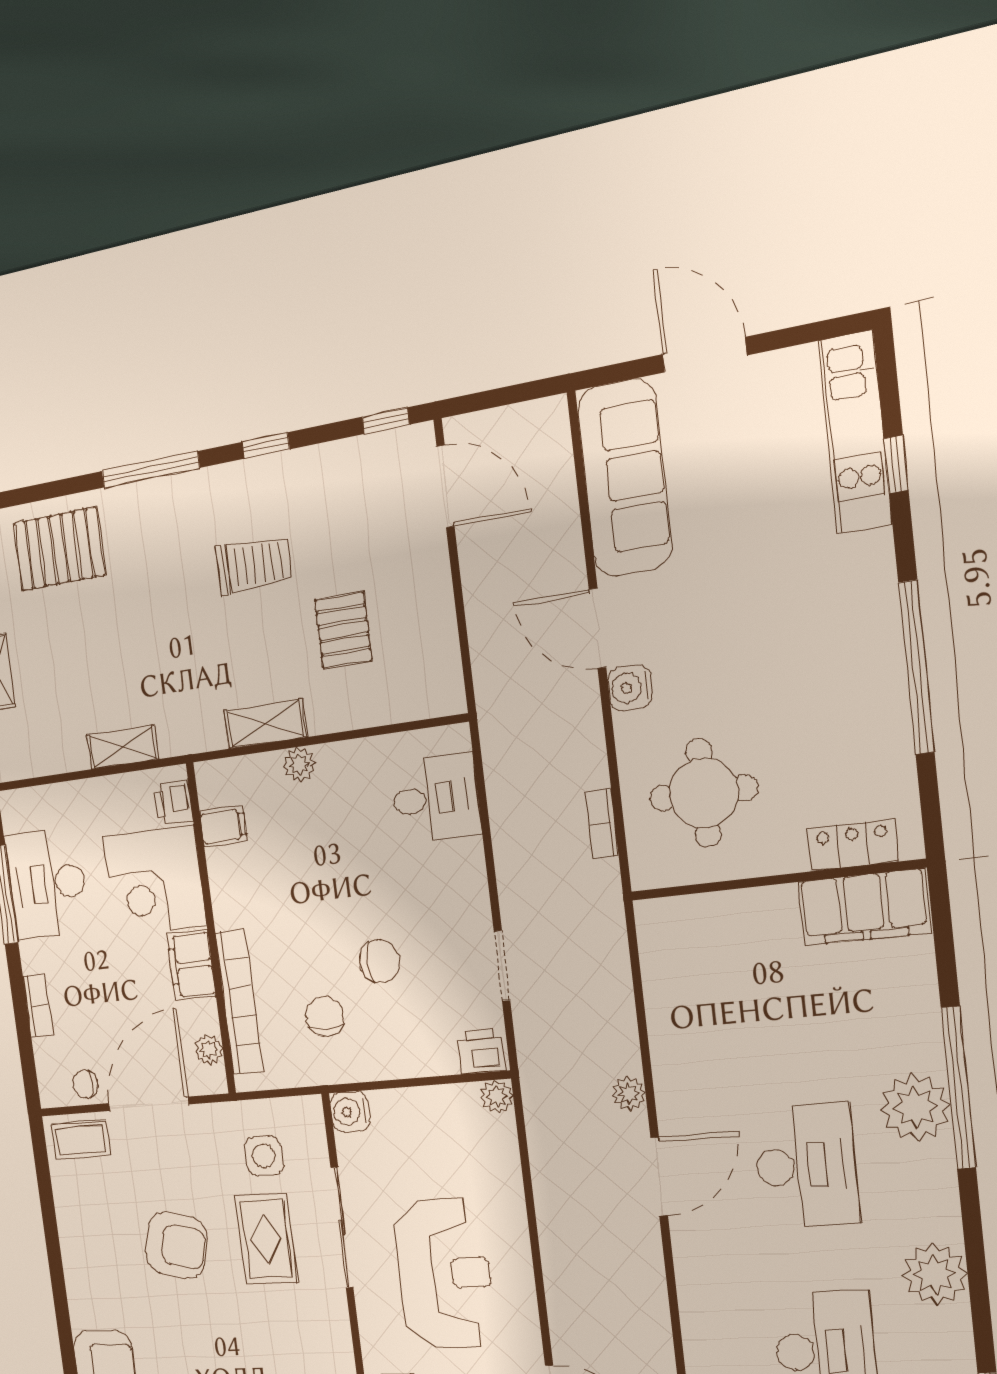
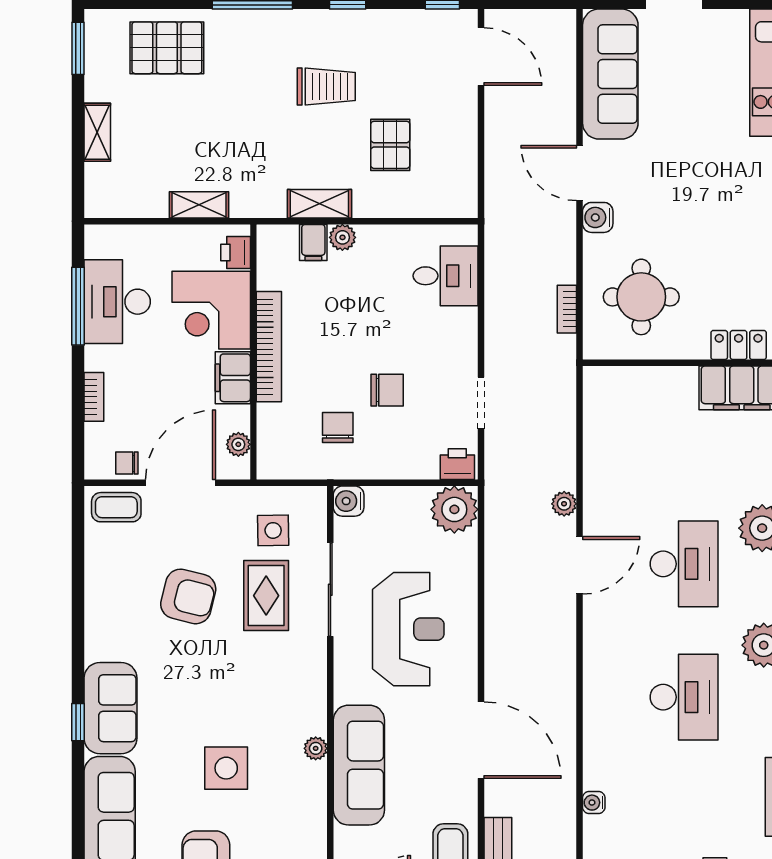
filing cabinet: (223, 826) -> (313, 242), moved, turned 90
bookcase: (239, 1002) -> (269, 347), moved
plant: (497, 1097) -> (454, 509), width x1.87, depth x1.87

